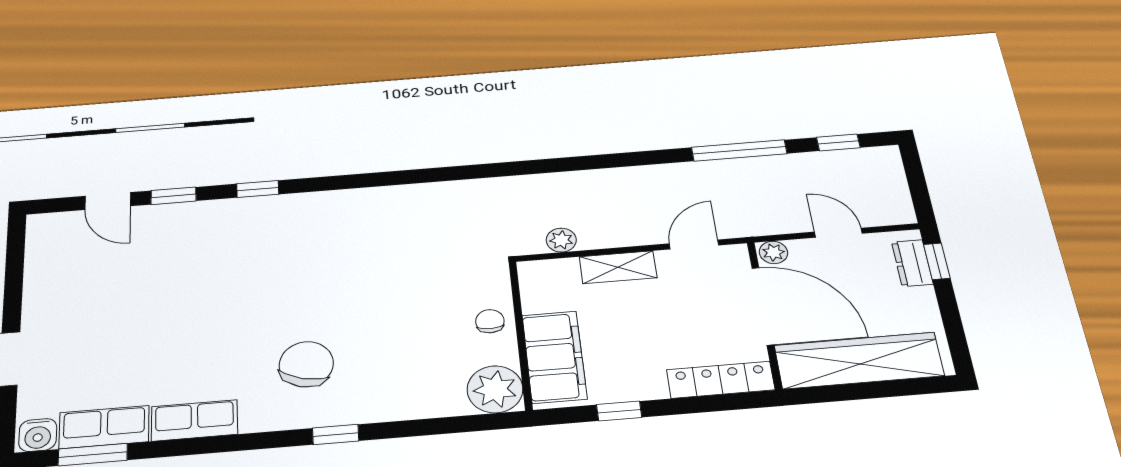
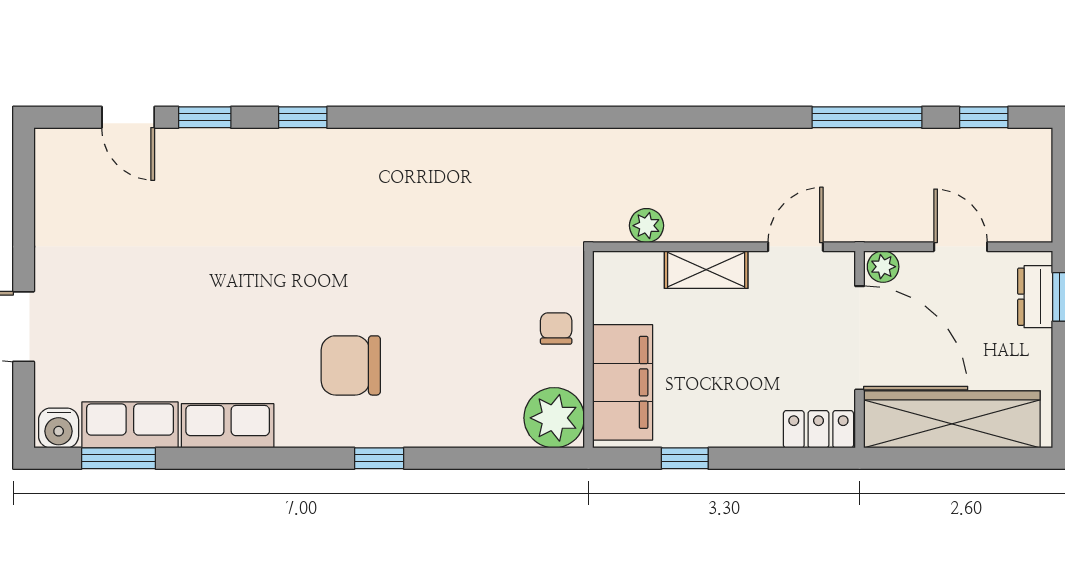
chair: (306, 364) -> (351, 365), turned -105
locker: (721, 380) -> (818, 429), width x0.66

